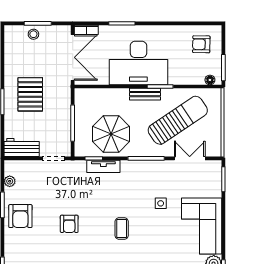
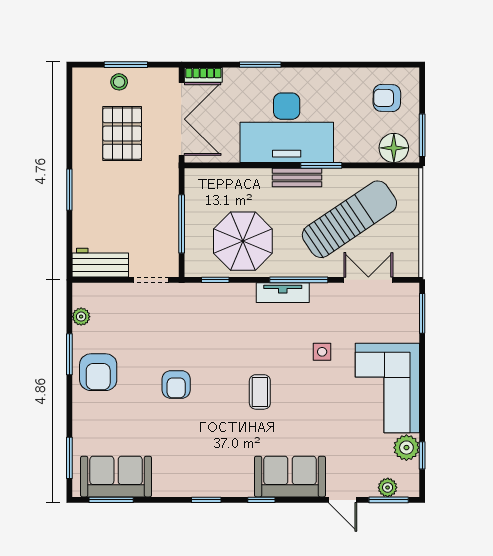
floor lamp: (210, 80) -> (394, 148), width x1.89, depth x1.89
pallet: (30, 94) -> (122, 134), moved
tv unit: (103, 166) -> (283, 293), moved

